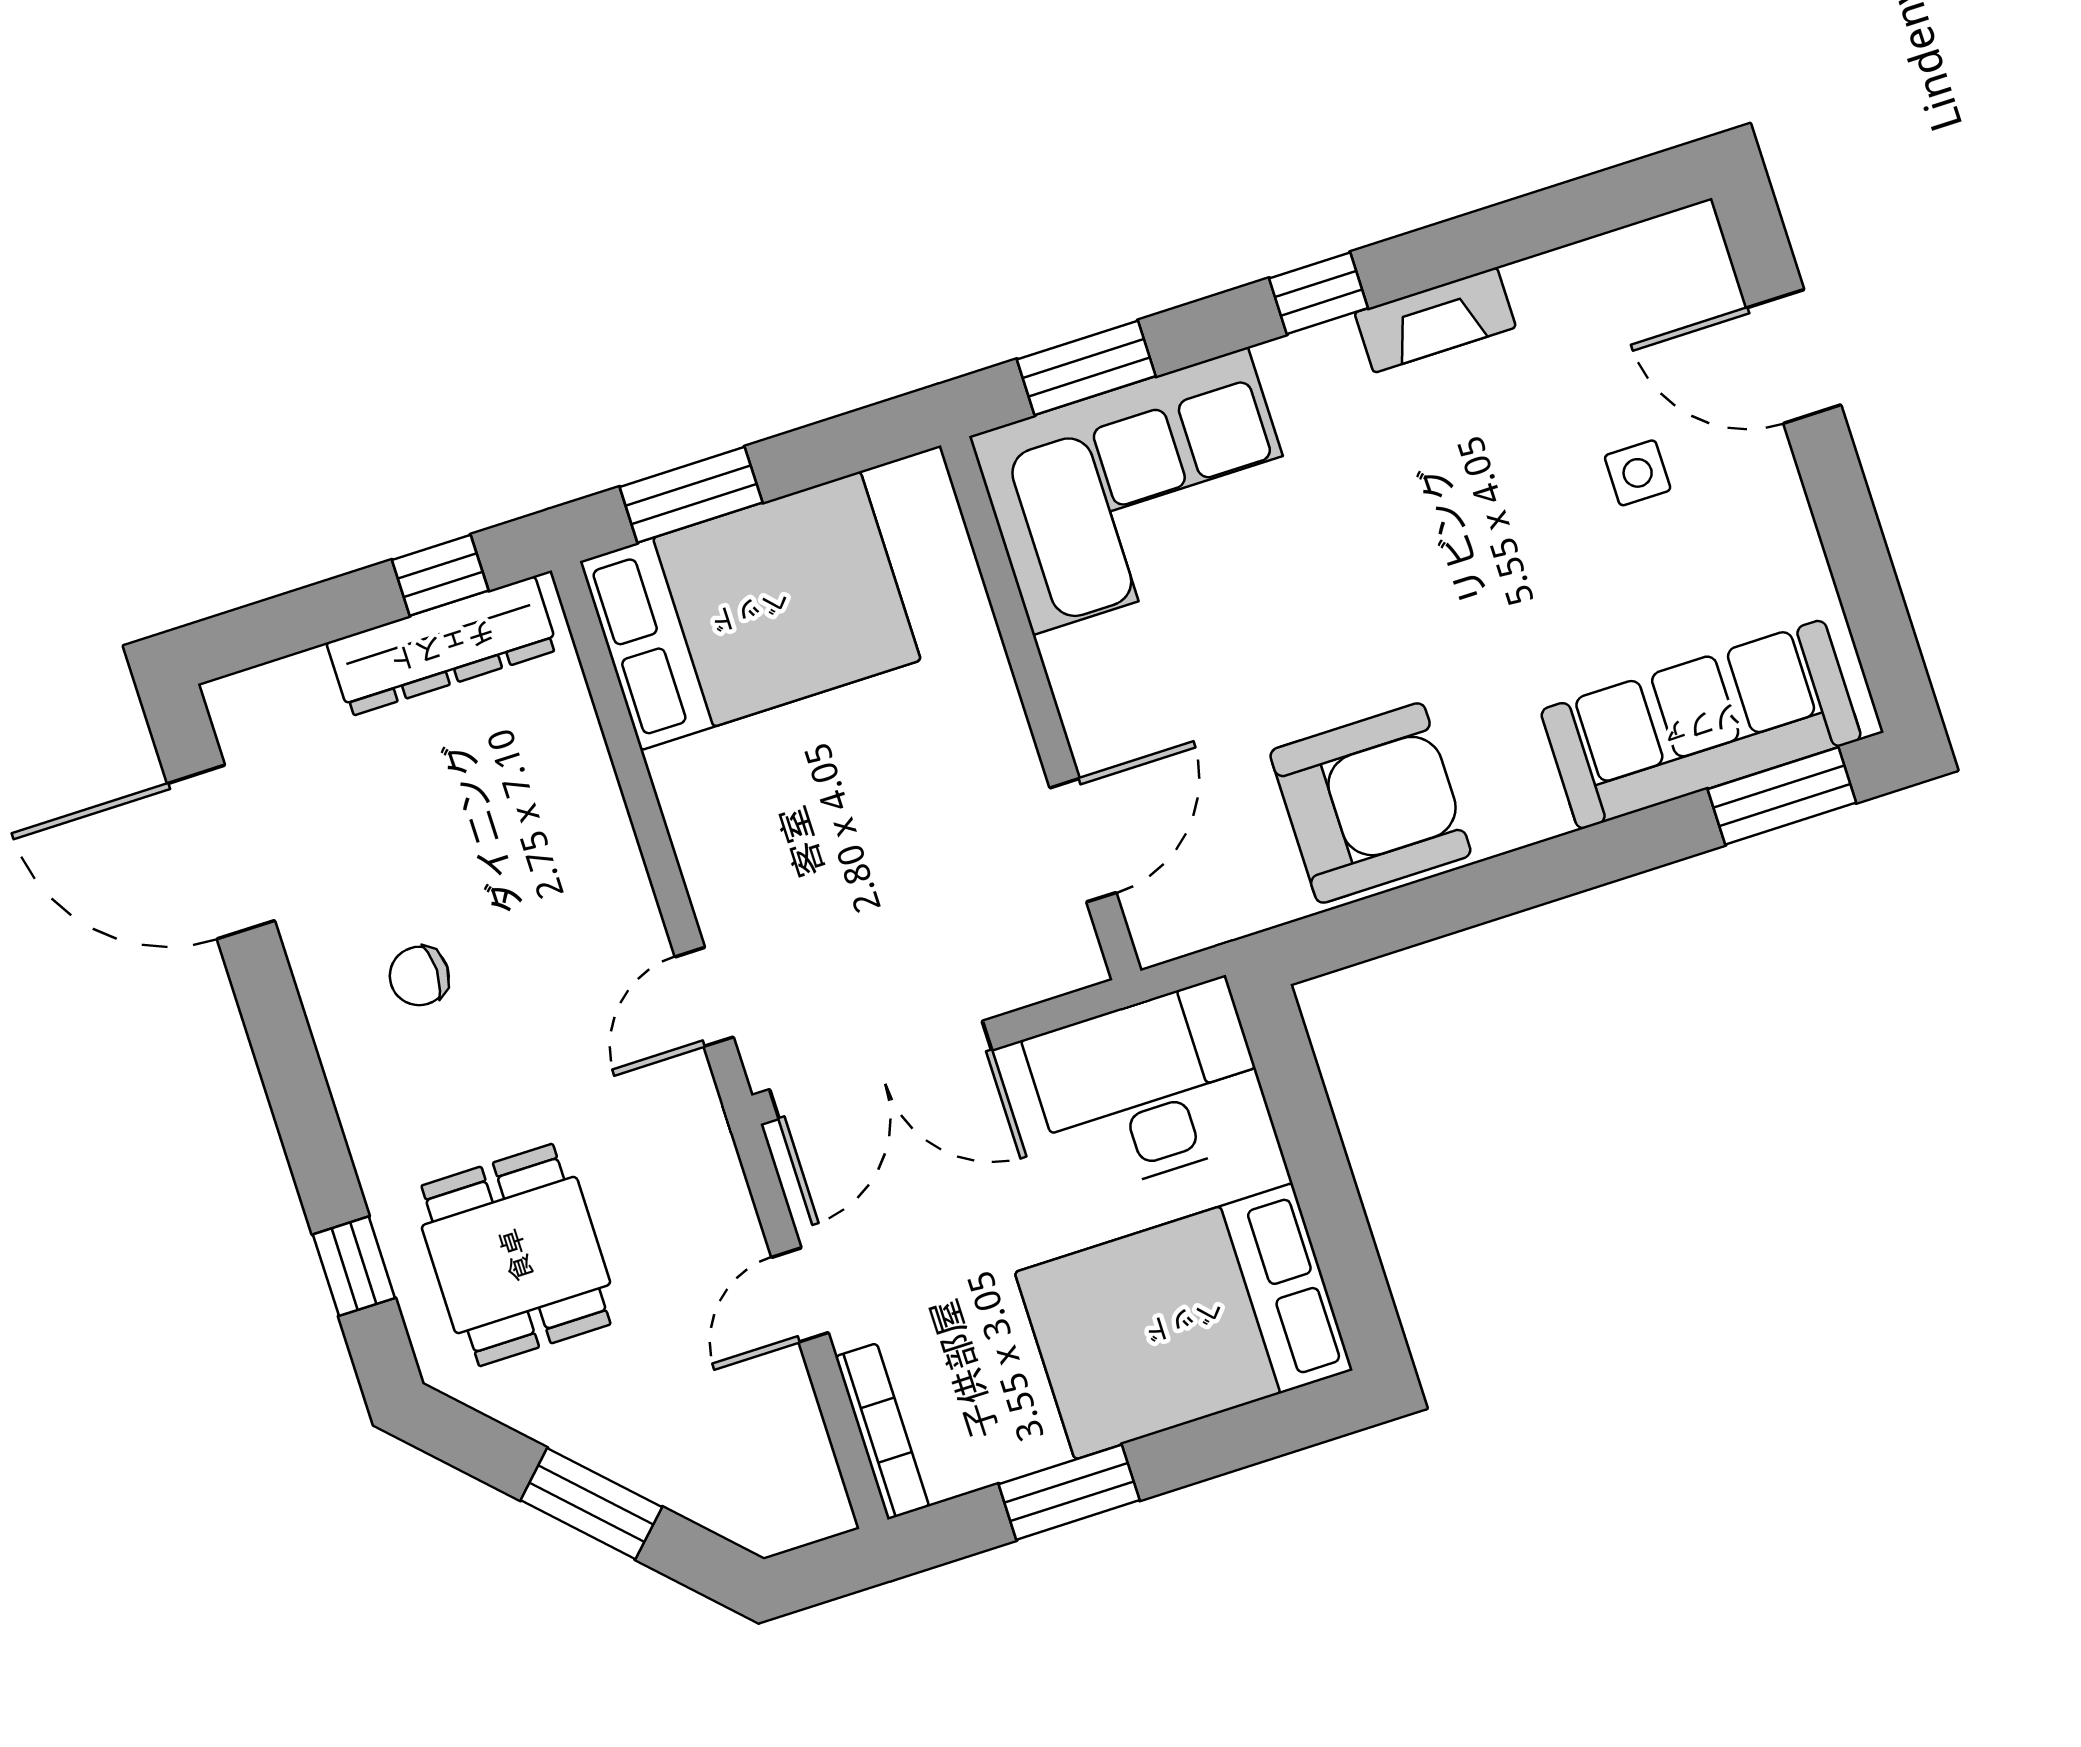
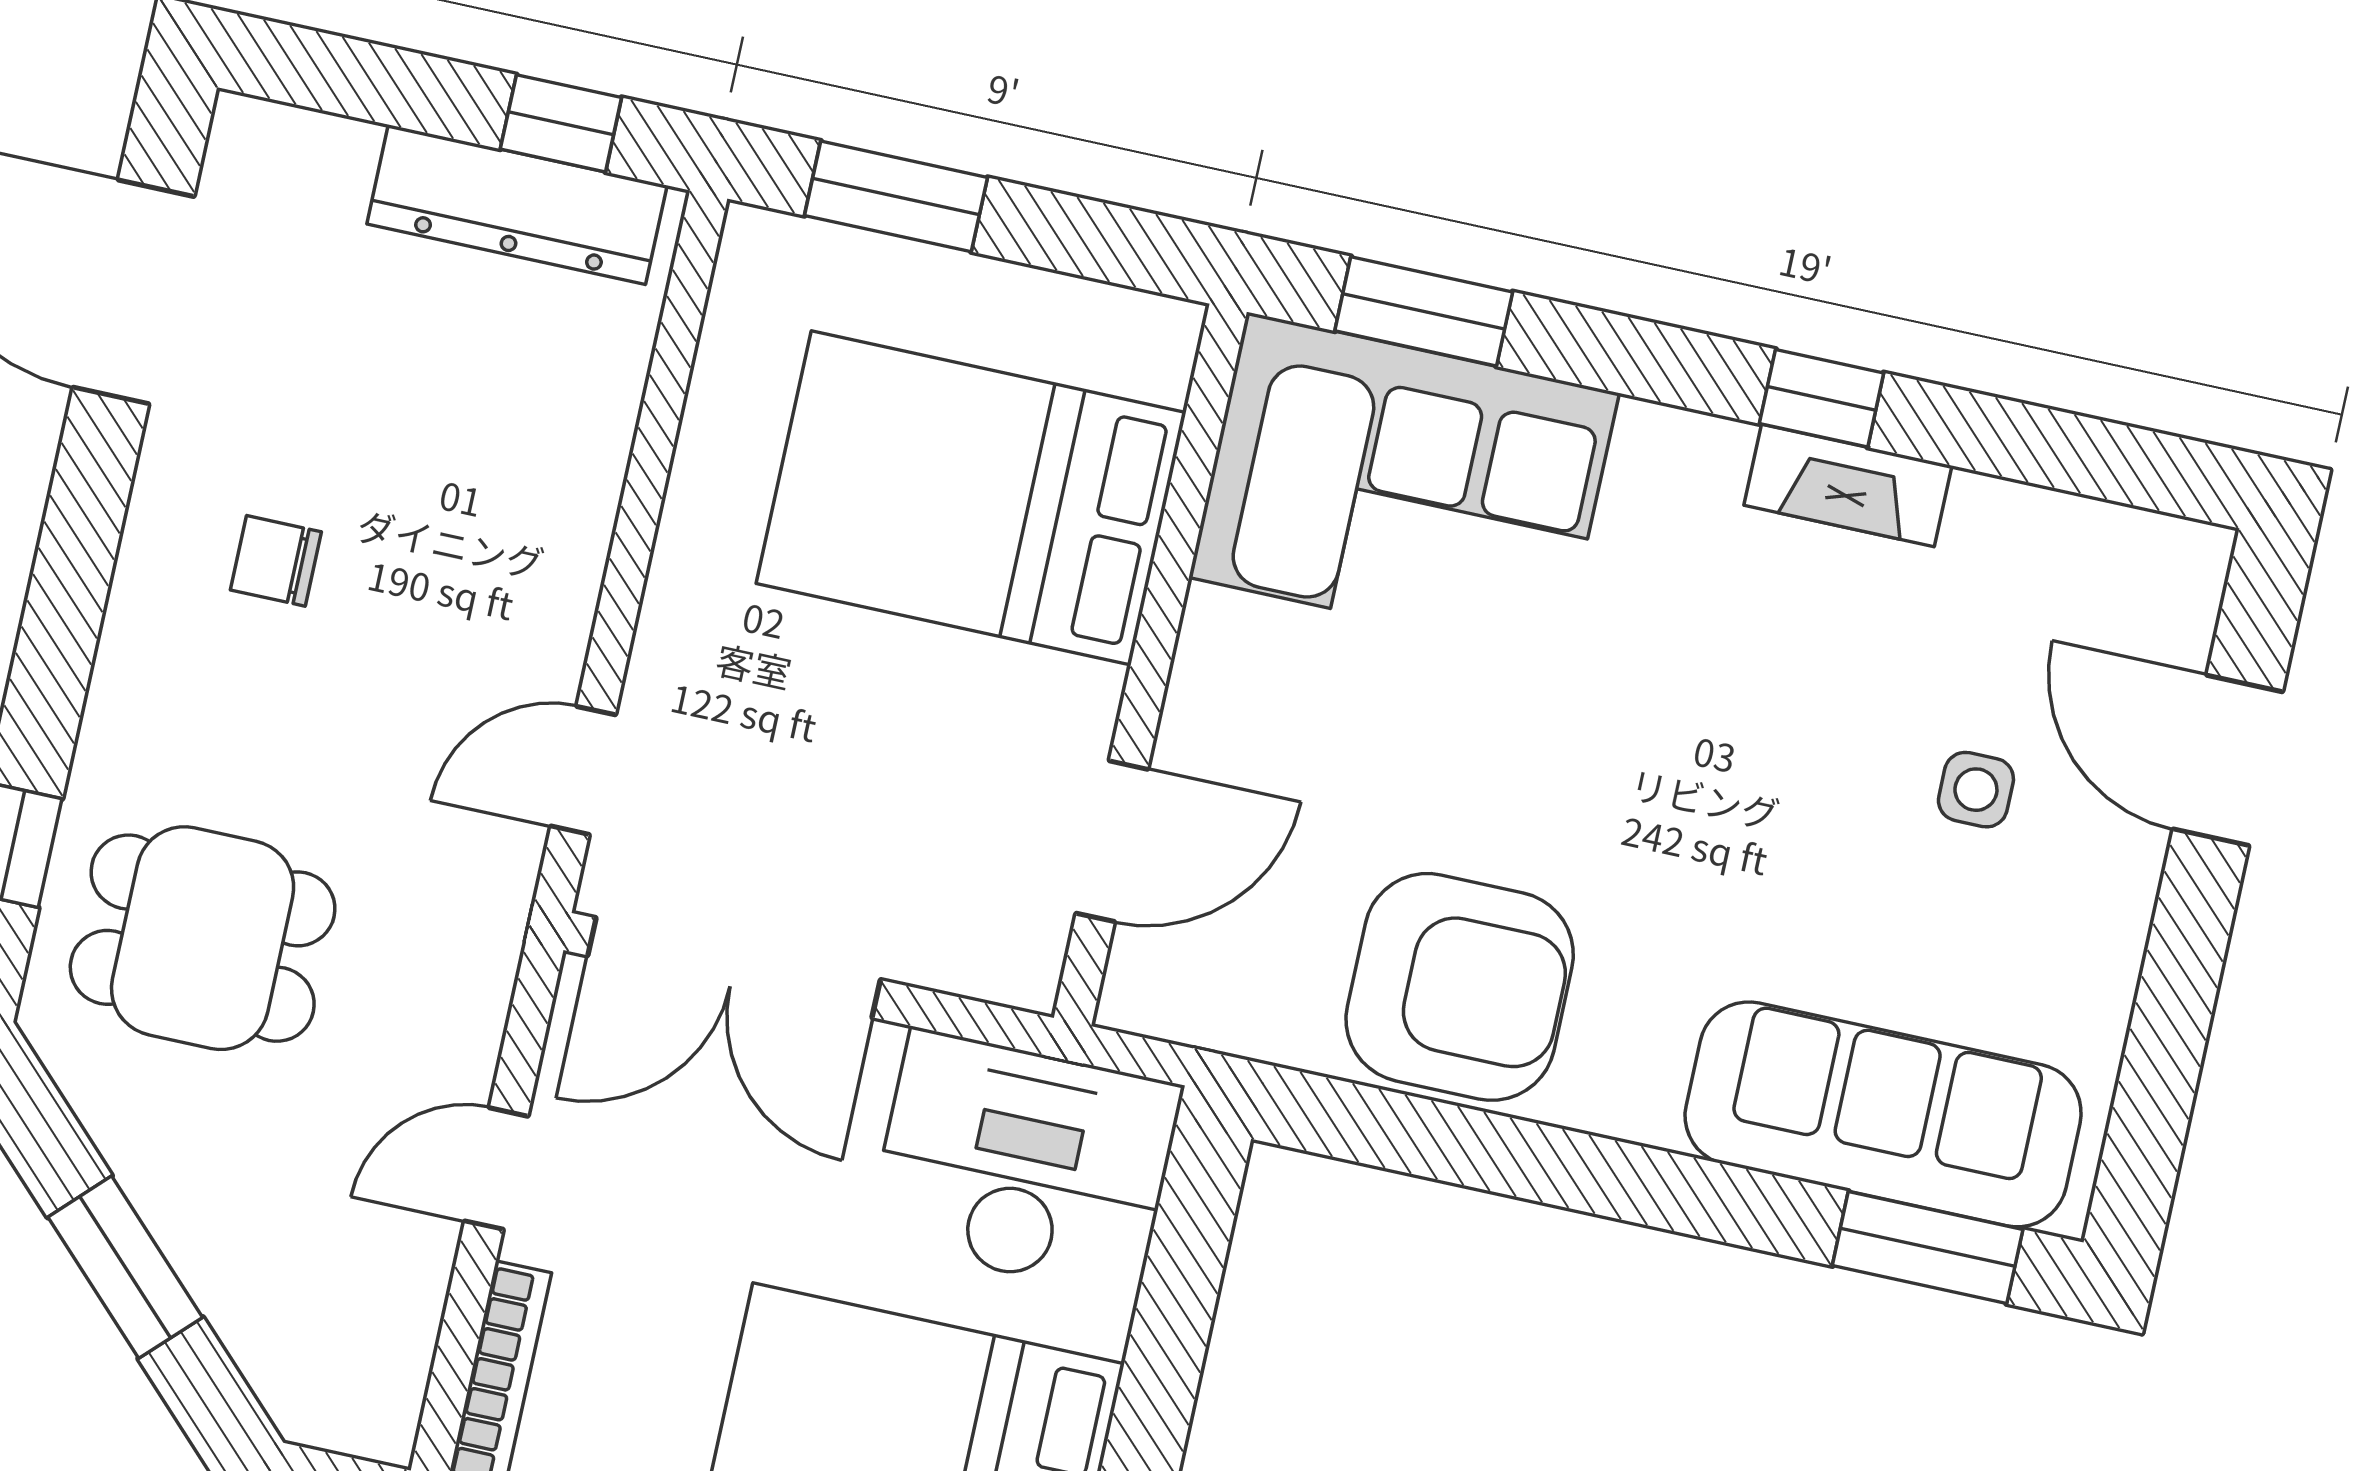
window: (1319, 293) -> (1822, 398), moved
bed: (750, 611) -> (971, 498), moved, turned 180
dining table: (516, 1255) -> (203, 938), turned 90

